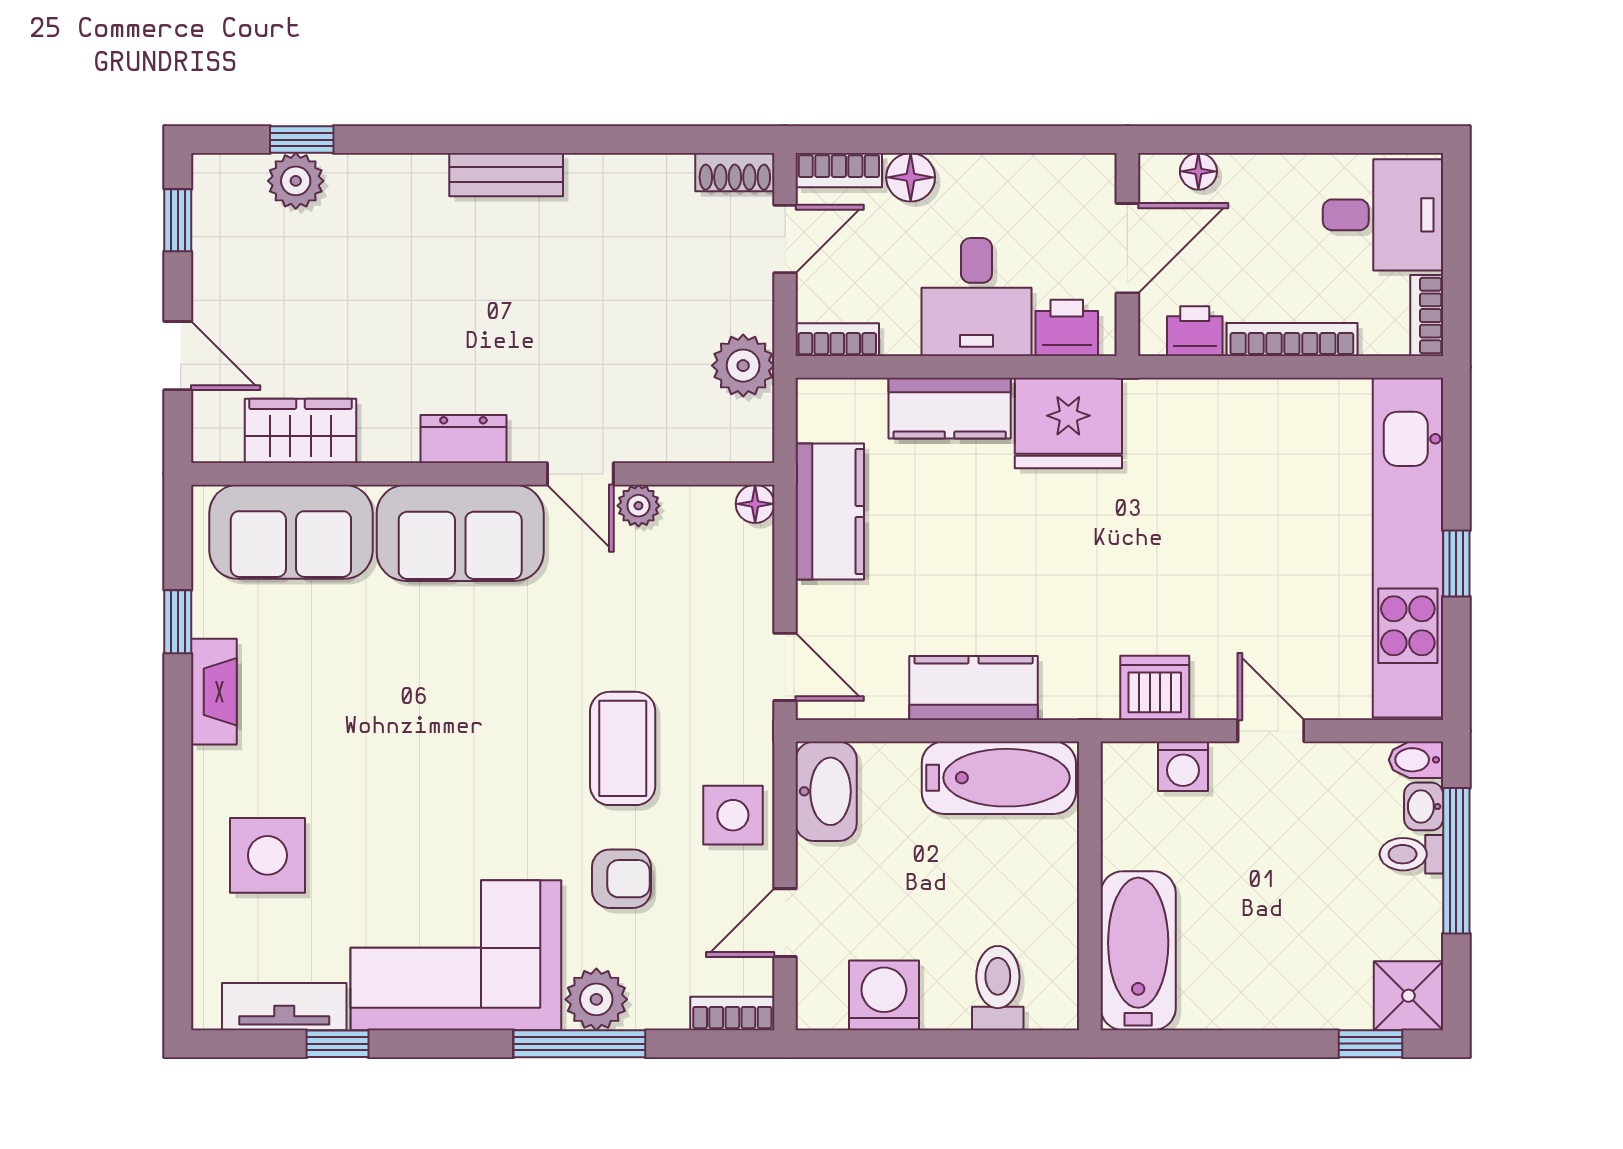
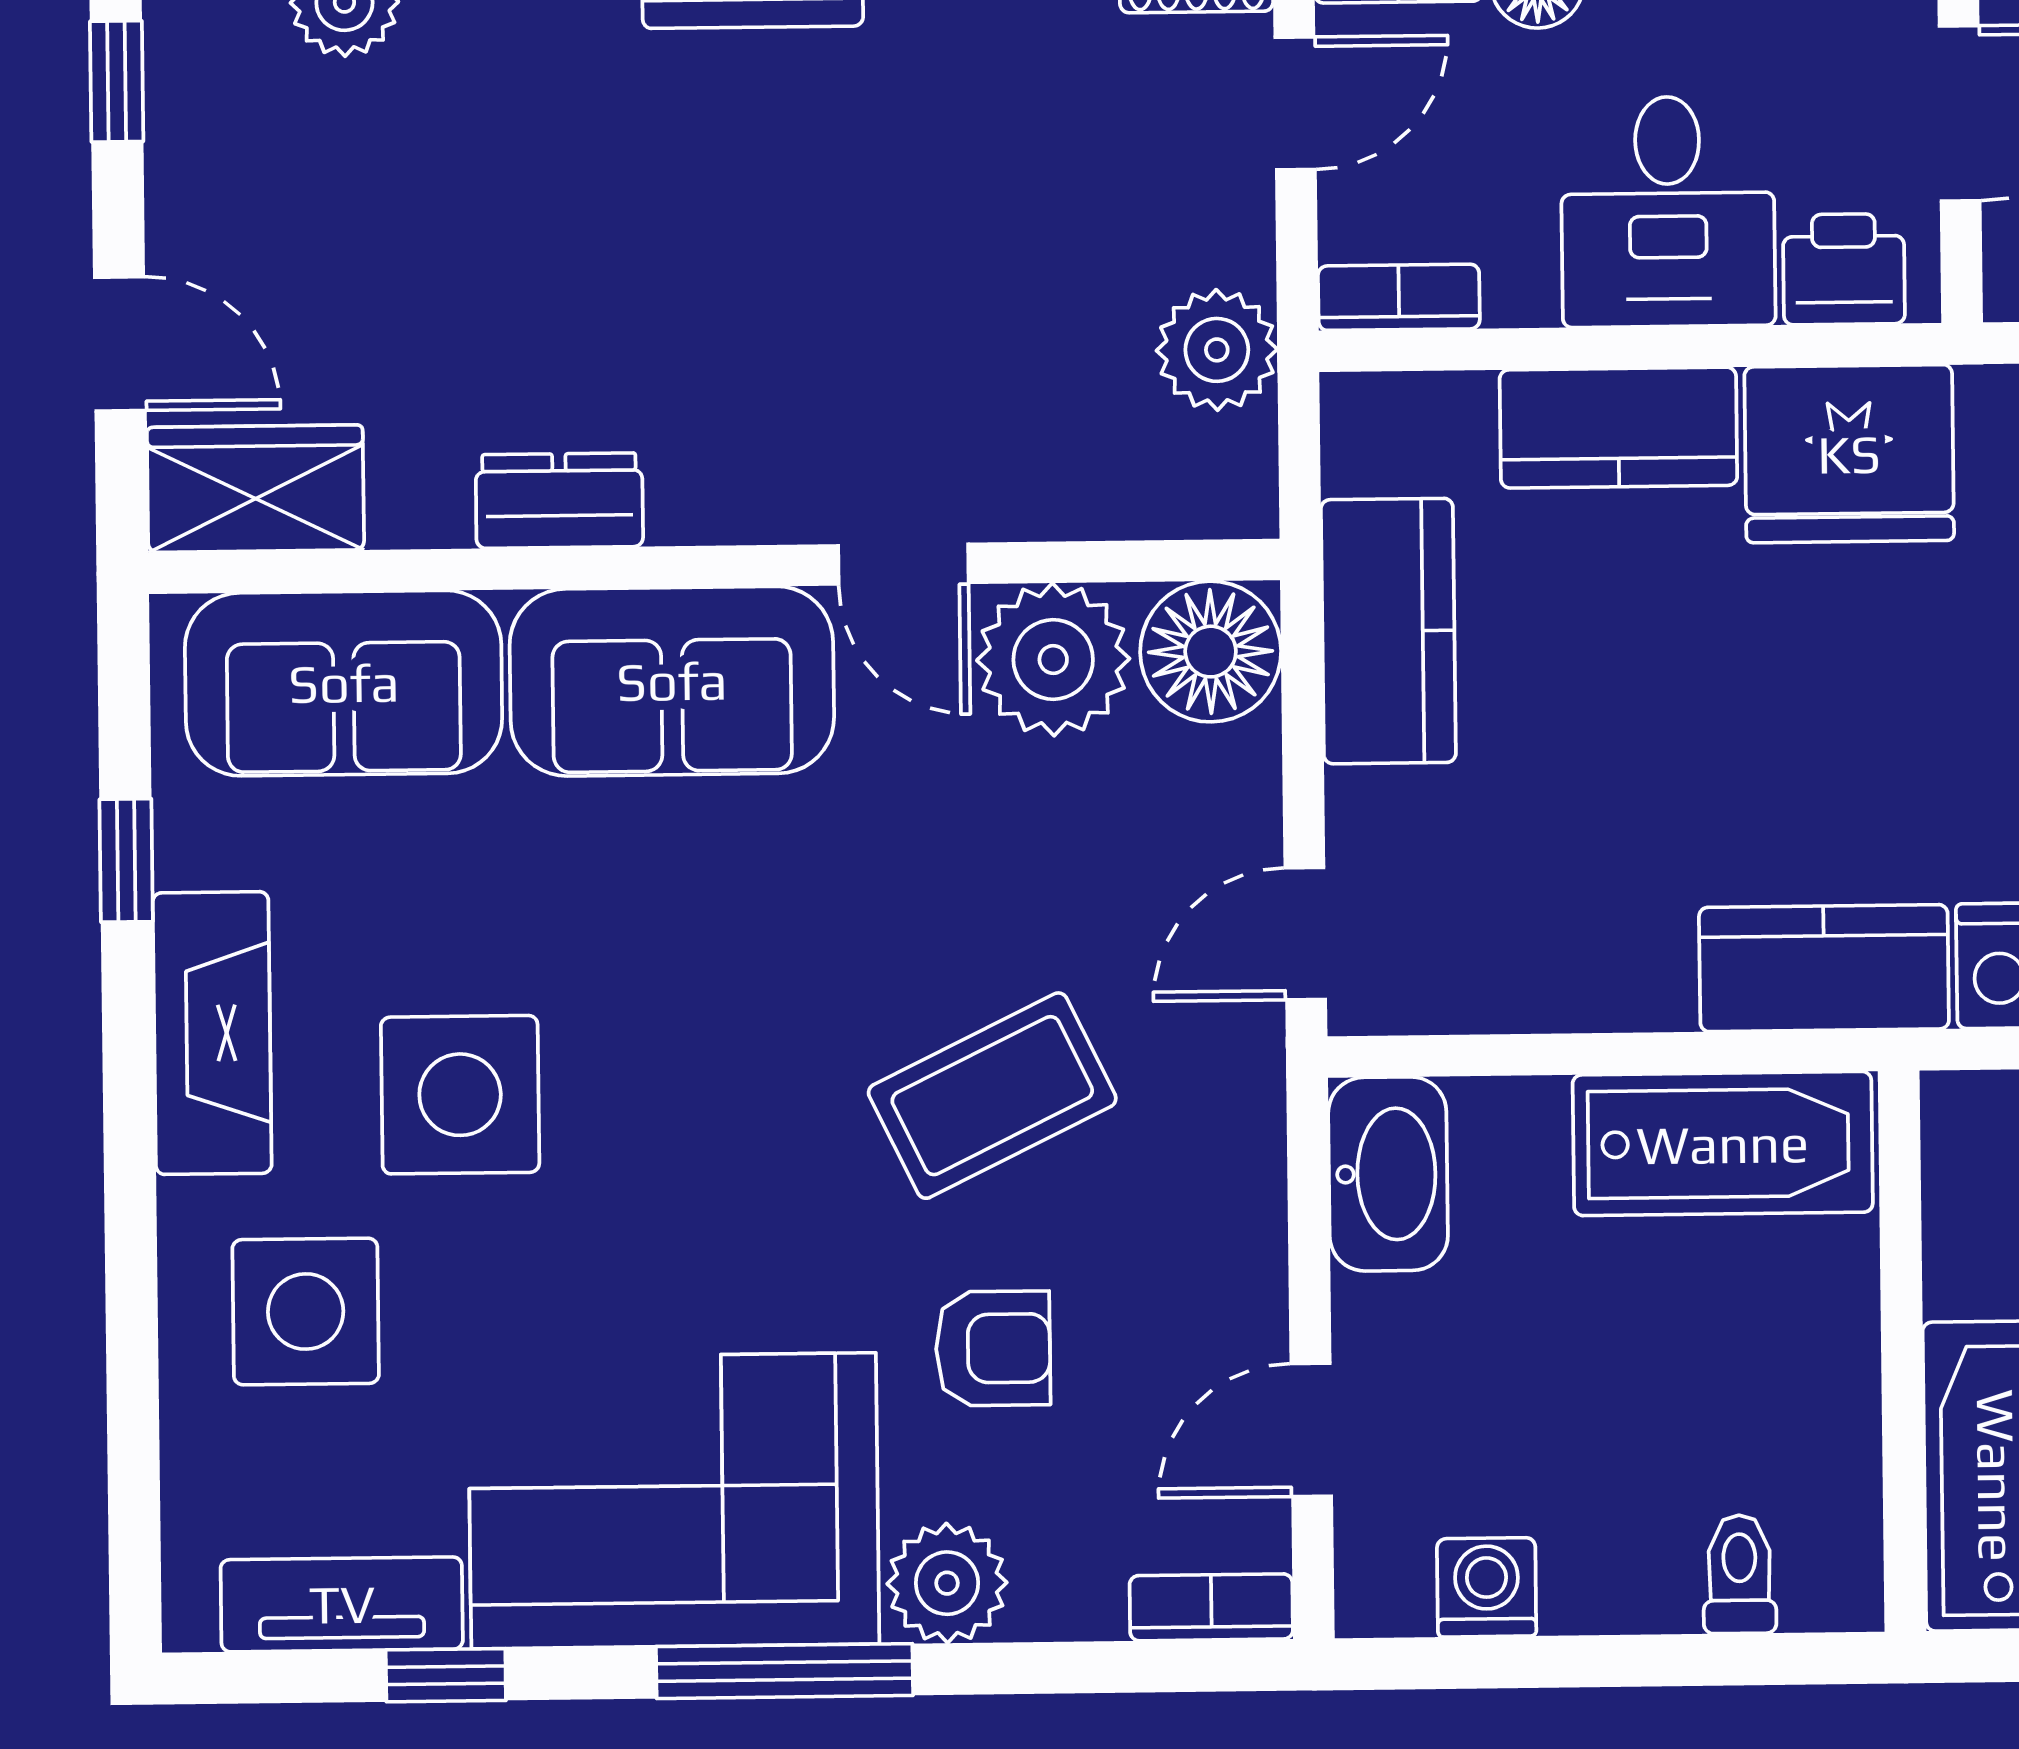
wardrobe: (301, 431) -> (255, 489), moved
dresser: (463, 439) -> (559, 501), moved
floor lamp: (755, 504) -> (1211, 652), width x1.89, depth x1.89
plant: (638, 506) -> (1053, 659), width x1.88, depth x1.88
door: (785, 667) -> (1305, 934), swing flipped
kitchen counter: (974, 688) -> (1824, 968), moved
fireplace: (214, 692) -> (212, 1033), width x1.37, depth x1.32
coffee table: (623, 748) -> (992, 1096), turned 64
side table: (733, 815) -> (460, 1095), moved, width x1.37, depth x1.37
toilet: (998, 988) -> (1740, 1574), width x0.73, depth x0.72
washing machine: (884, 995) -> (1487, 1587), width x0.73, depth x0.73
window: (579, 1044) -> (784, 1671), moved

